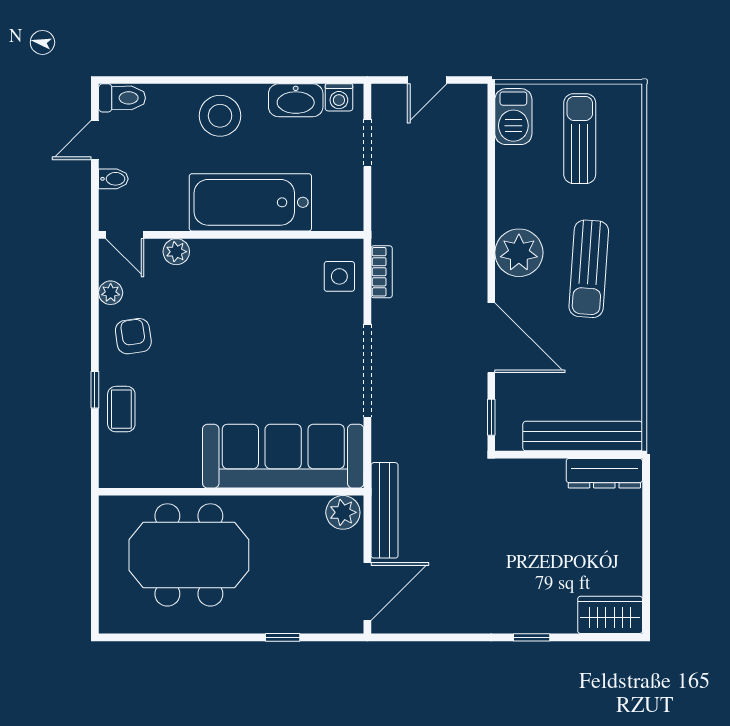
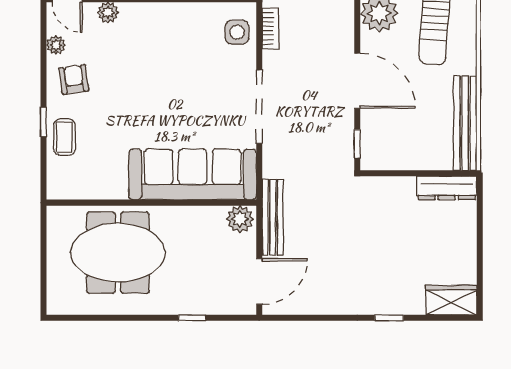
bench: (583, 436) -> (465, 123), moved, turned 90

